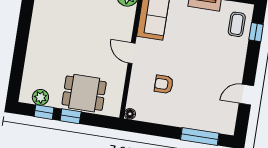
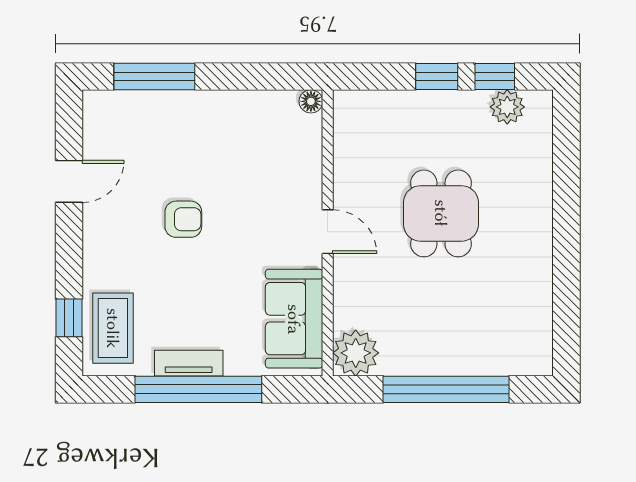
coffee table: (237, 24) -> (113, 328), width x1.36, depth x1.30
armchair: (164, 84) -> (183, 219), moved
dining table: (84, 93) -> (441, 213), moved, turned 90

